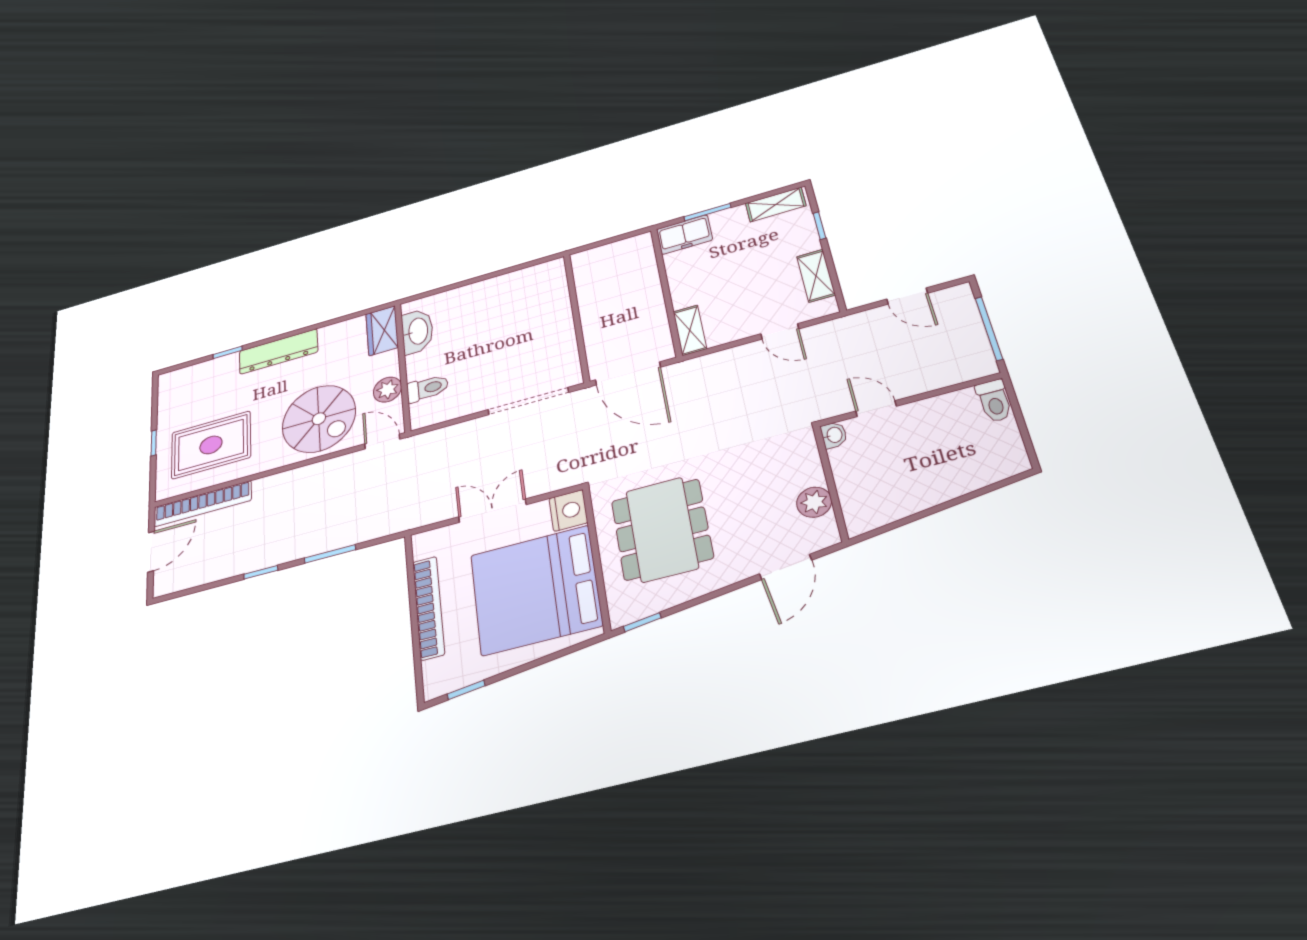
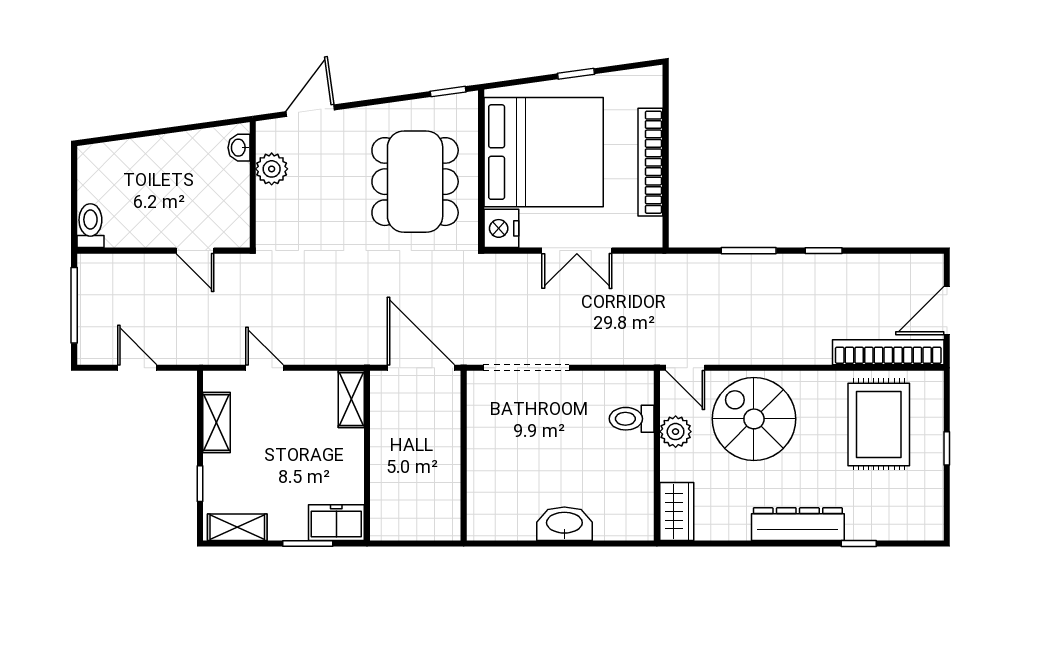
washbasin: (417, 331) -> (564, 524), moved, turned 90
washbasin: (834, 435) -> (239, 148), moved
rug: (211, 445) -> (879, 424), turned 90
window: (466, 690) -> (576, 74), moved

